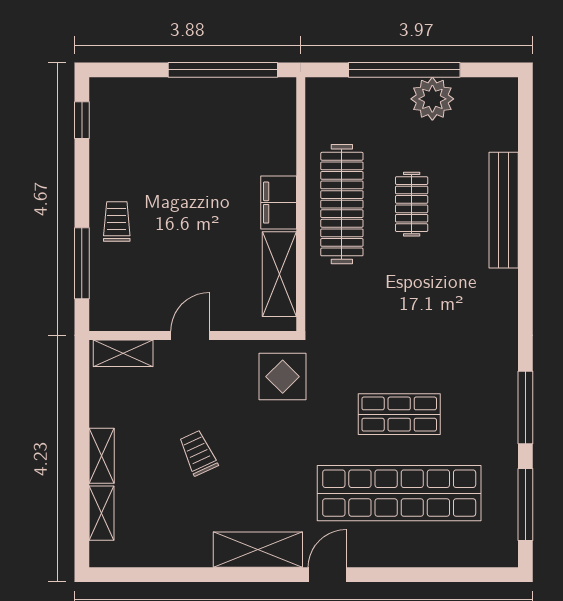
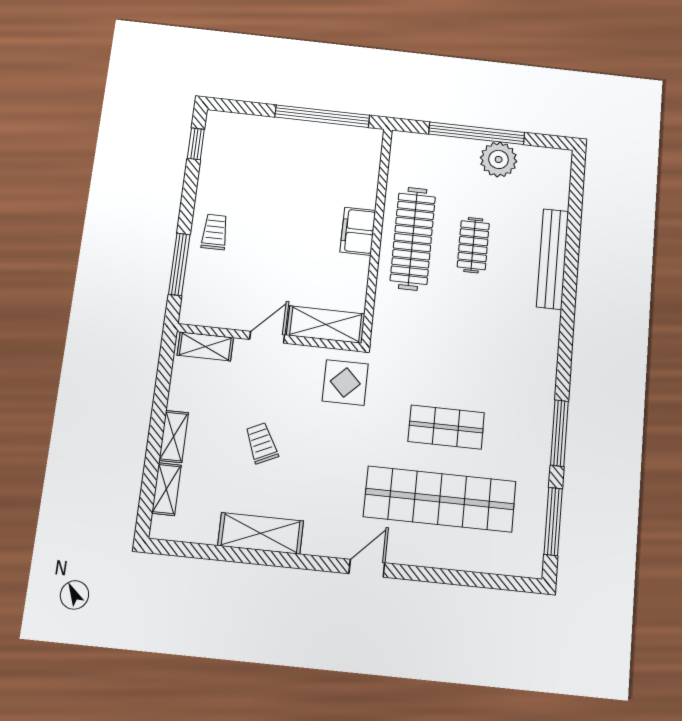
shelving: (279, 274) -> (326, 325), moved, turned 90
shelving: (258, 550) -> (261, 533), moved

